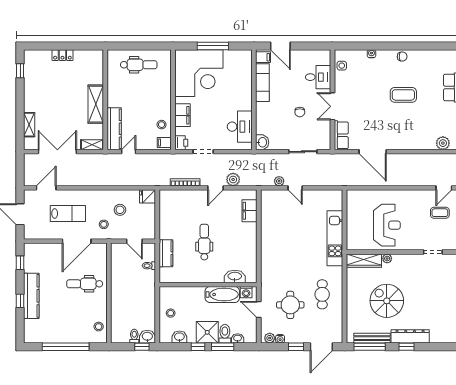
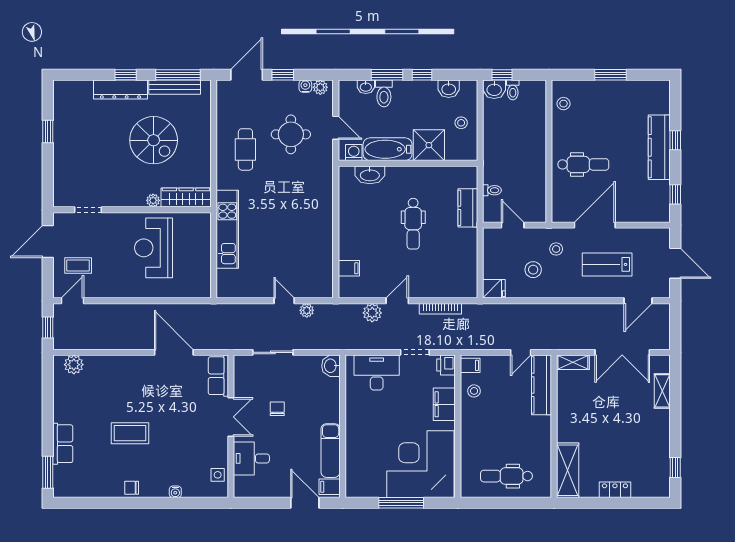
shelving: (96, 104) -> (568, 470), moved
desk: (240, 127) -> (377, 373), moved, turned 90
filing cabinet: (249, 211) -> (349, 268), width x0.50
shower: (207, 332) -> (429, 145), moved
window: (66, 347) -> (610, 75), width x0.47

